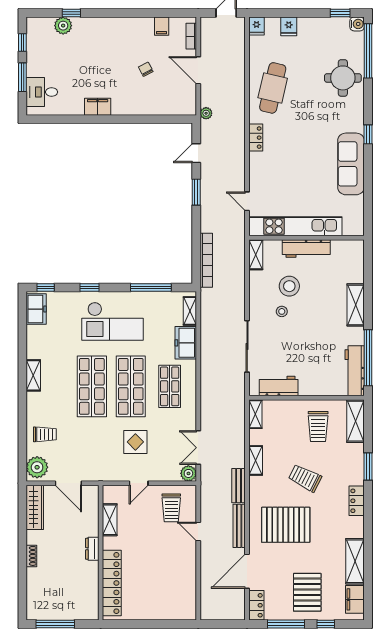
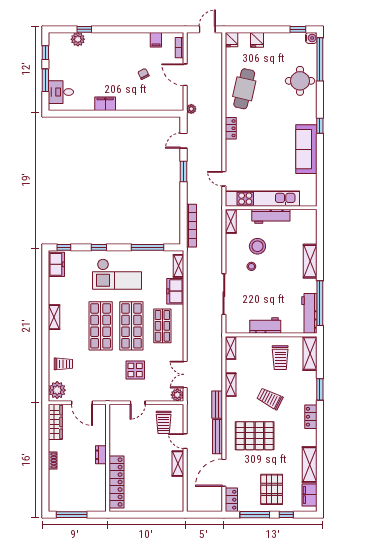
workbench: (279, 386) -> (265, 326), moved
shelving: (110, 520) -> (178, 464), moved

